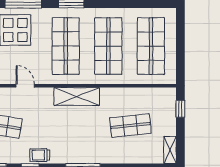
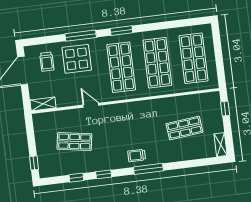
shelving: (77, 97) -> (136, 109), removed
trolley: (40, 155) -> (137, 155), moved

